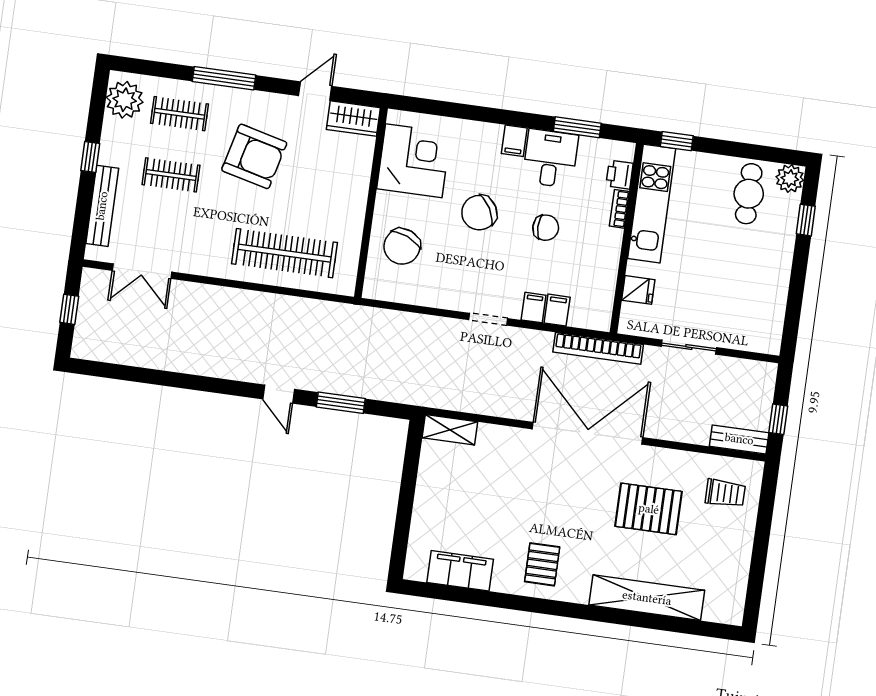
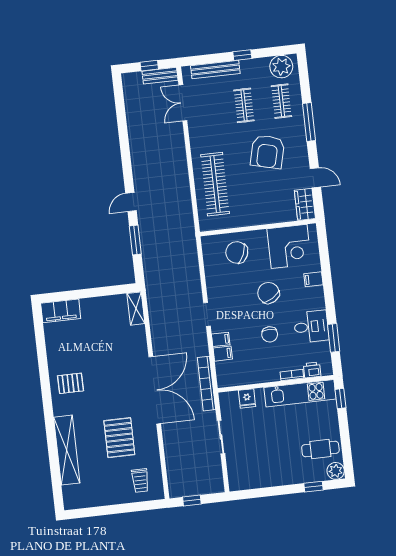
filing cabinet: (514, 141) -> (313, 279), moved
bench: (739, 439) -> (160, 76), moved, turned 90
filing cabinet: (460, 571) -> (61, 311), moved, turned 90

